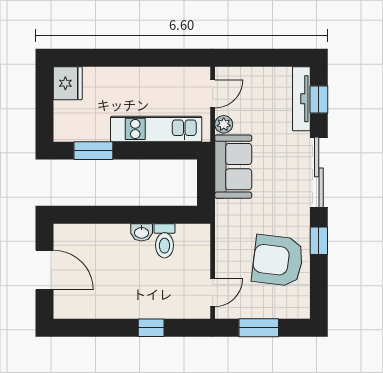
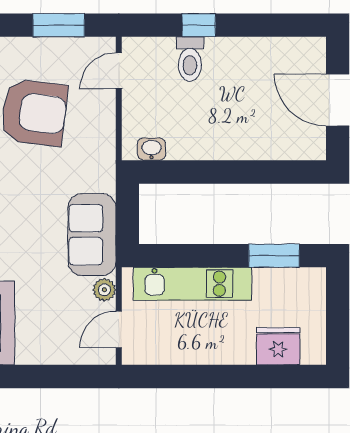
fridge: (68, 83) -> (278, 346), moved, turned 90
washbasin: (142, 232) -> (152, 149), moved
toilet: (165, 241) -> (190, 59), moved, turned 180

